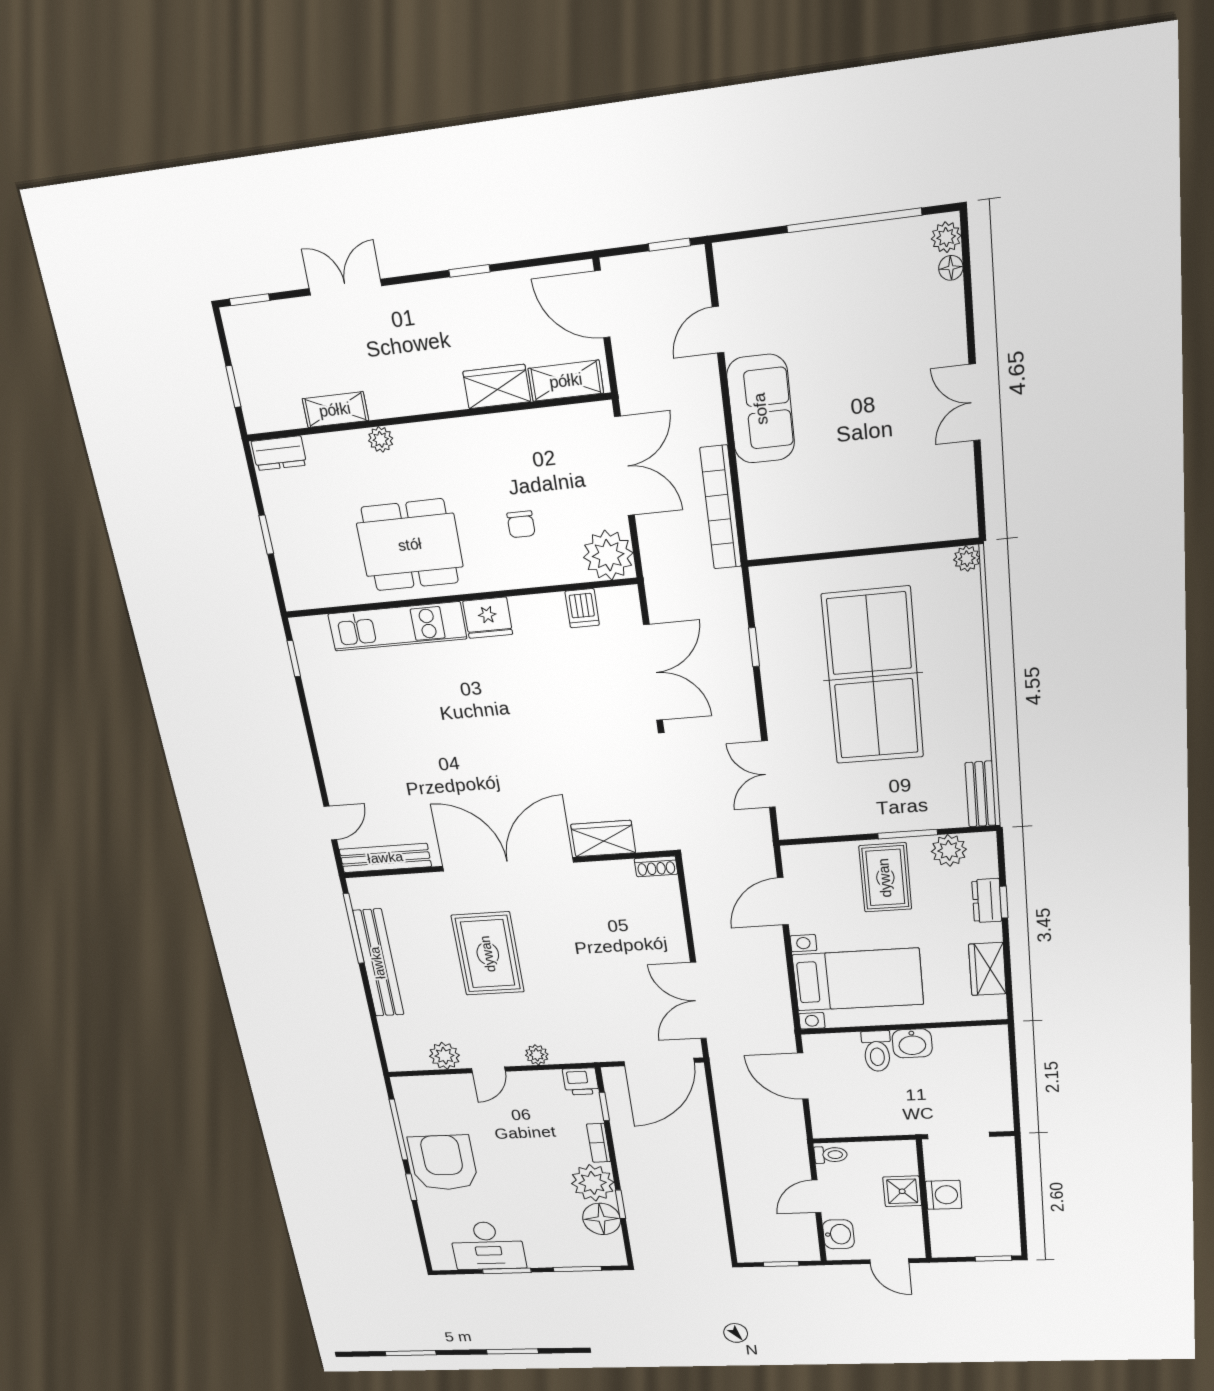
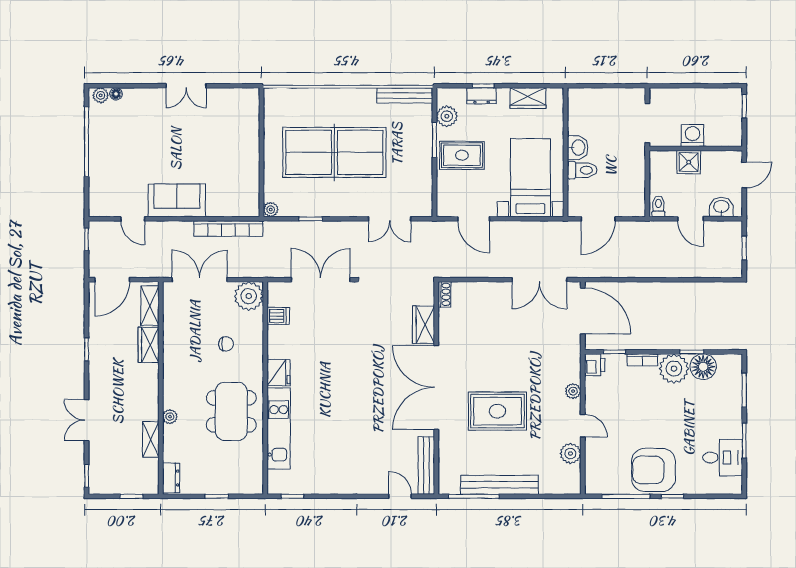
plant: (967, 559) -> (271, 210), moved
bench: (981, 794) -> (405, 95), width x1.36
desk: (488, 1246) -> (723, 458), width x0.73

